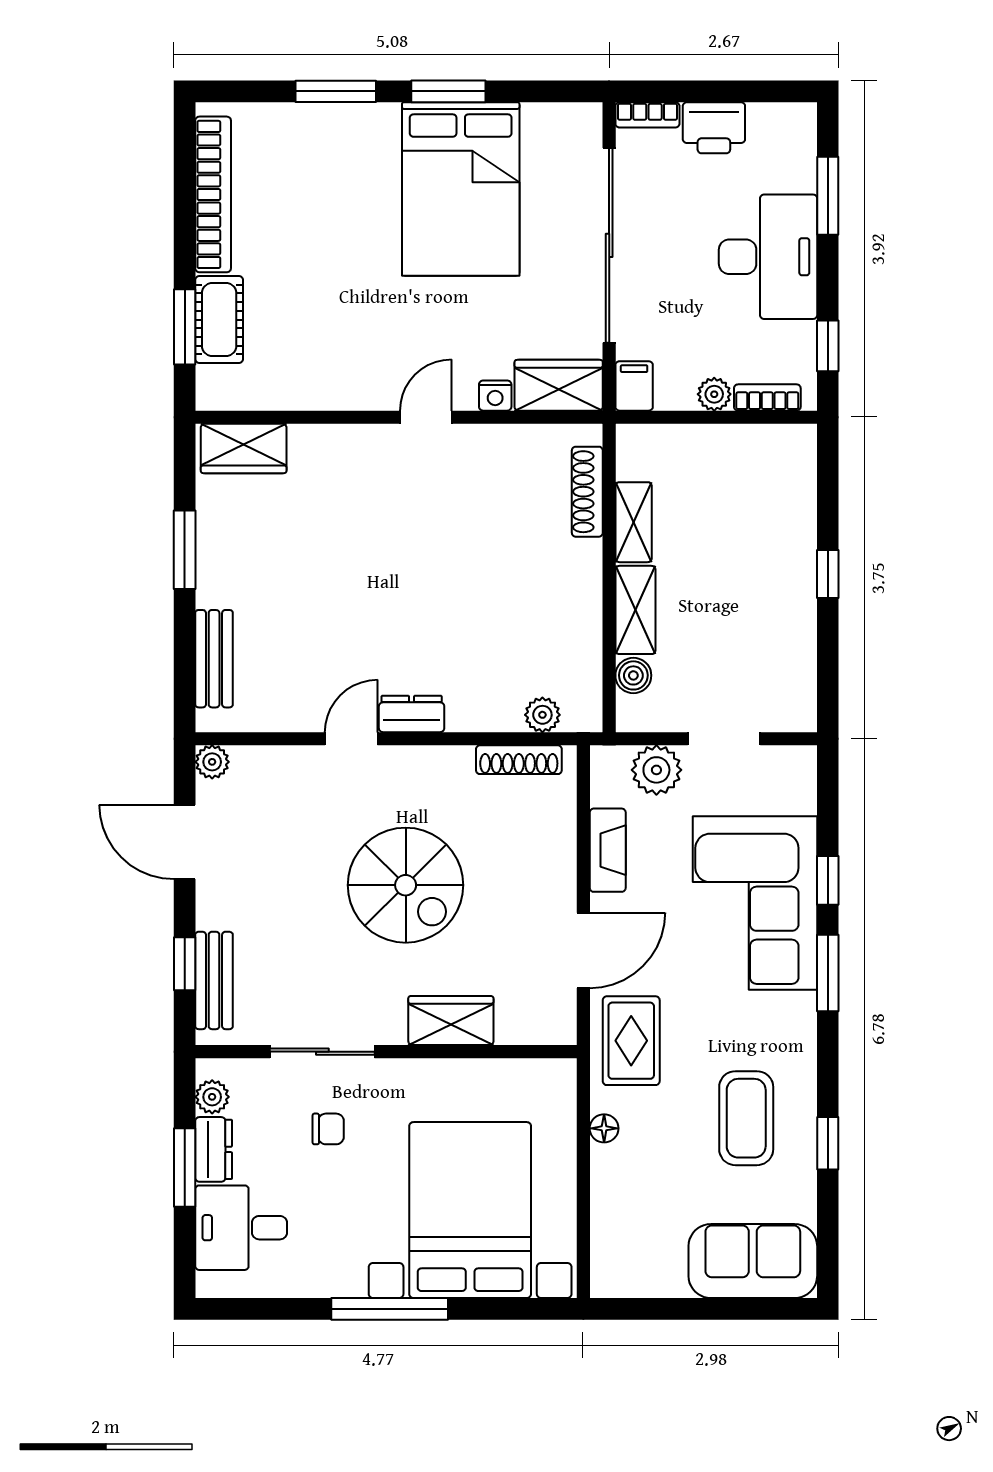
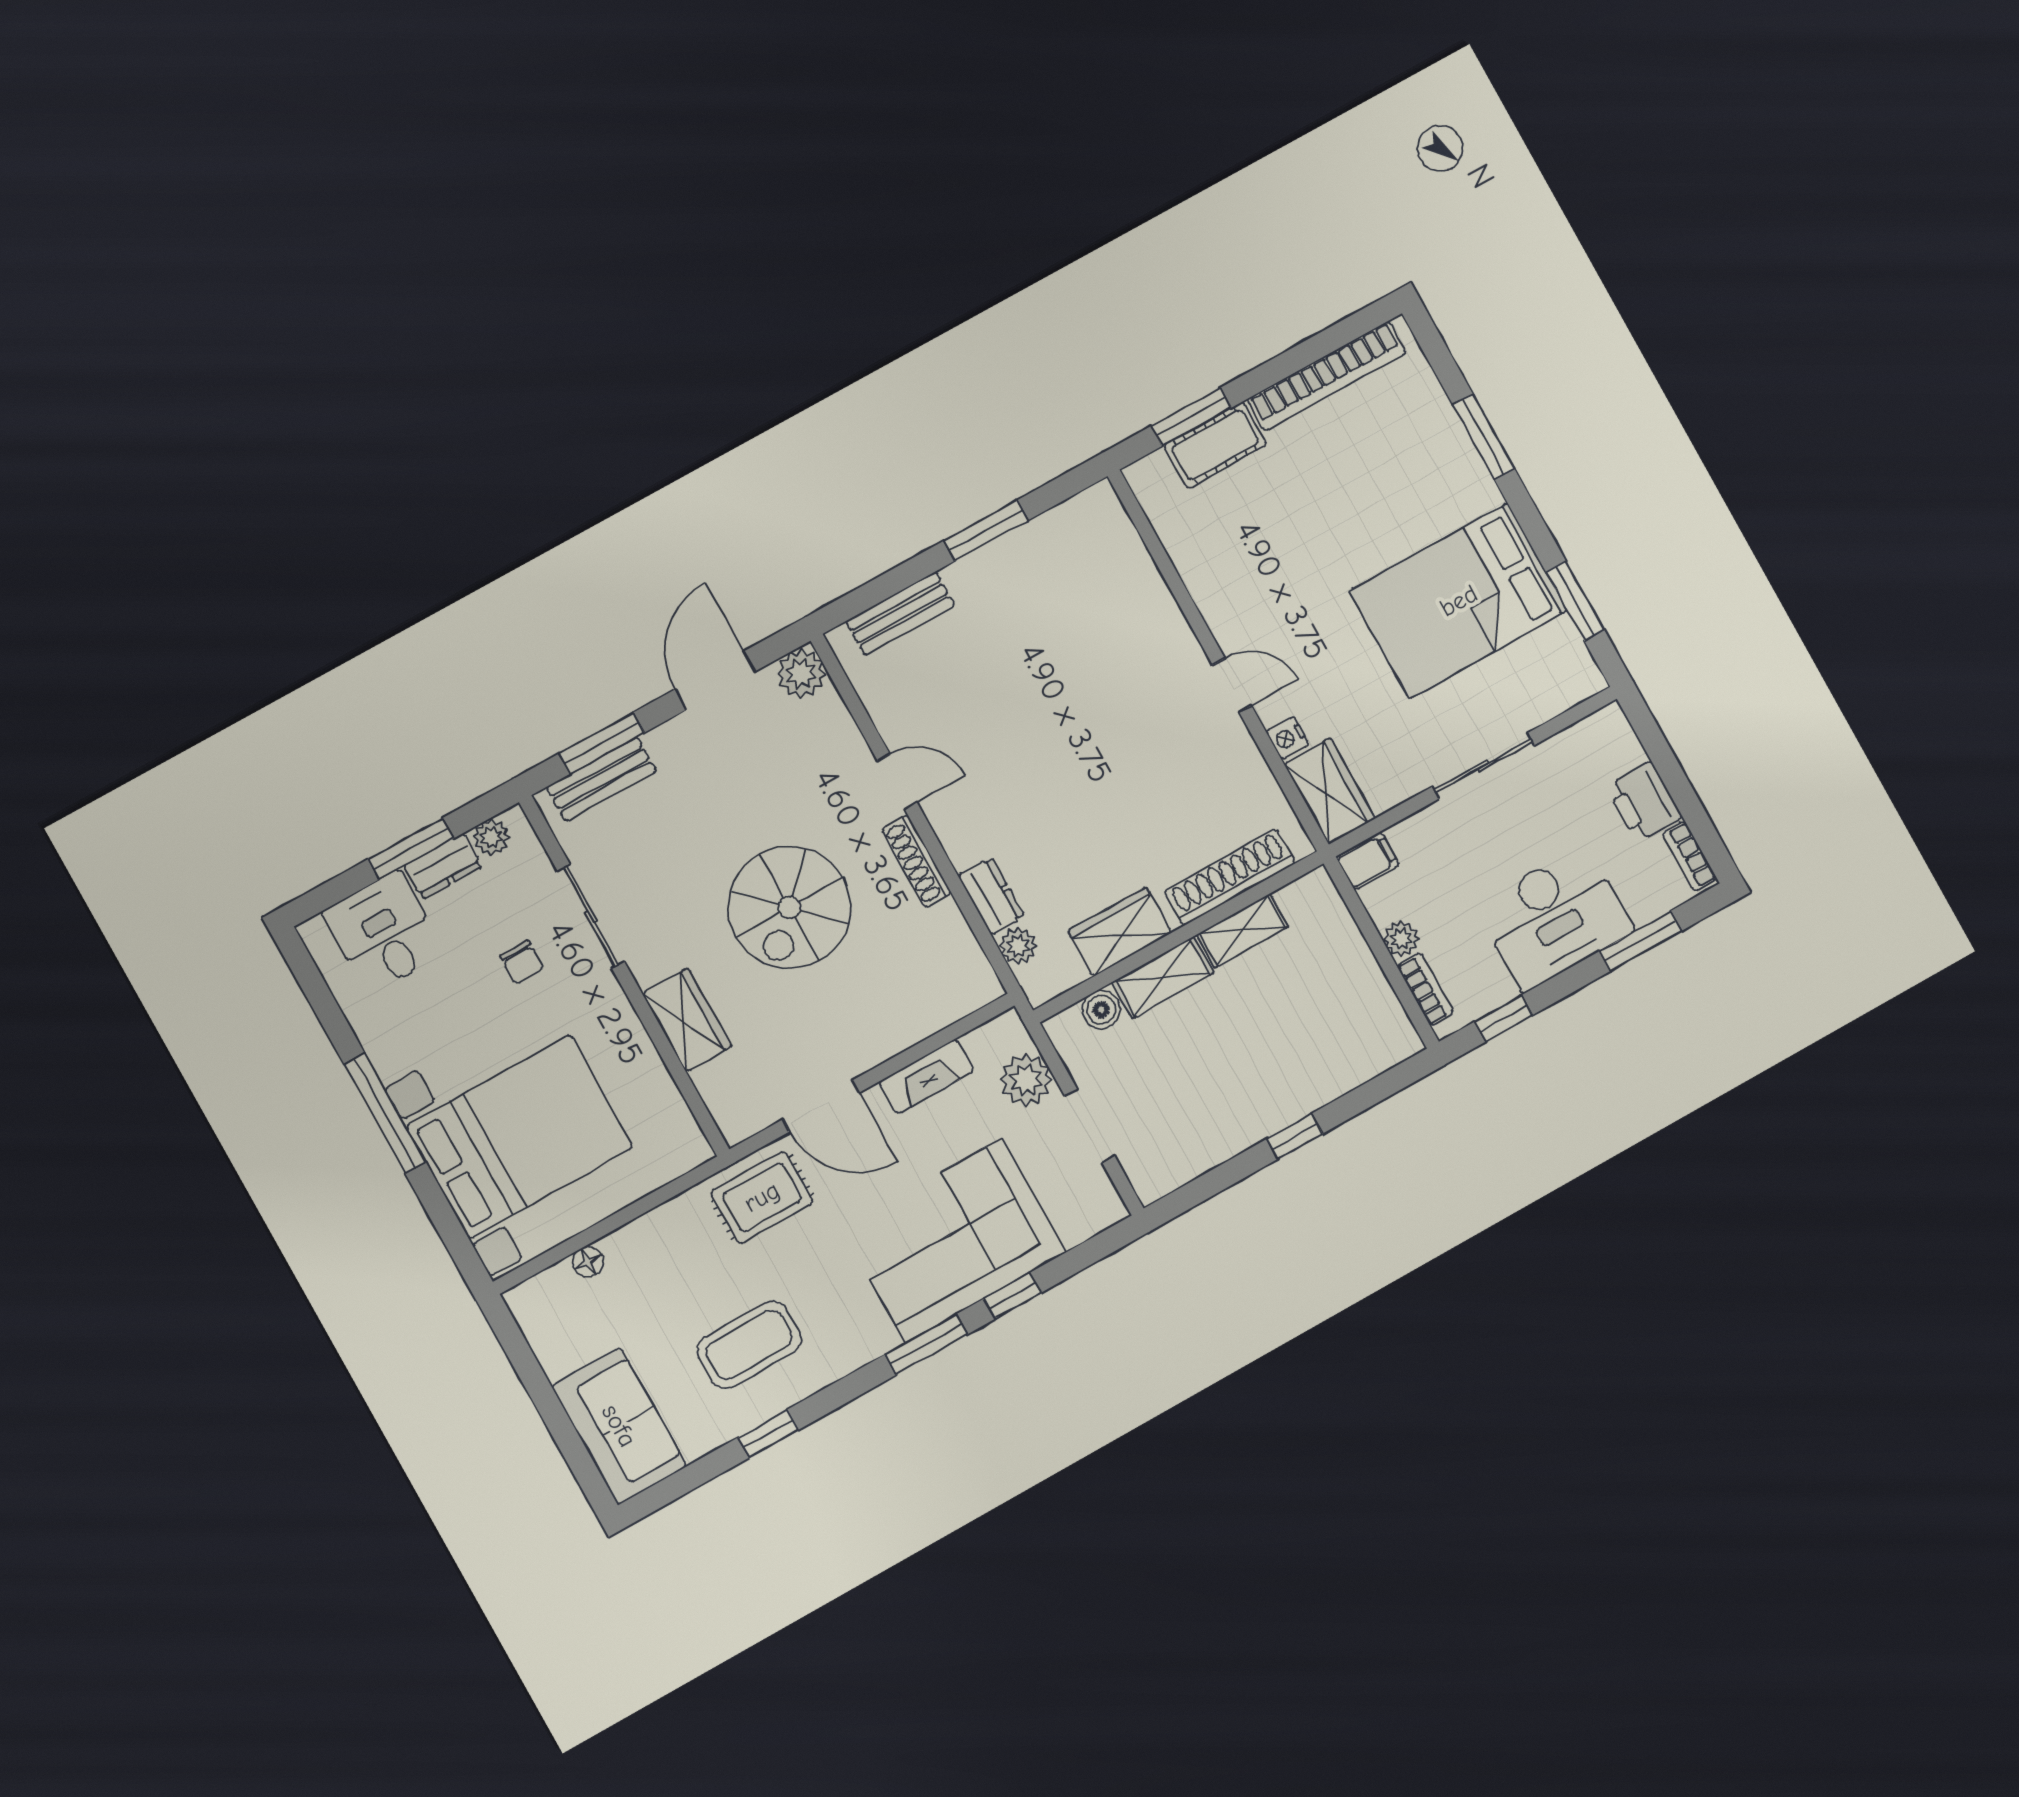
window: (448, 91) -> (1575, 601), moved
bookcase: (647, 115) -> (1689, 856), moved
sliding door: (609, 245) -> (1483, 766), width x0.54
wardrobe: (244, 448) -> (1120, 932), moved, turned 90
shoe rack: (587, 492) -> (1230, 877), width x1.36, depth x1.24
dresser: (412, 714) -> (991, 896), moved
shoe rack: (519, 760) -> (916, 861), moved
plant: (212, 762) -> (801, 674), width x1.38, depth x1.38
window: (185, 964) -> (602, 743), width x1.50
floor lamp: (604, 1128) -> (588, 1262), moved

